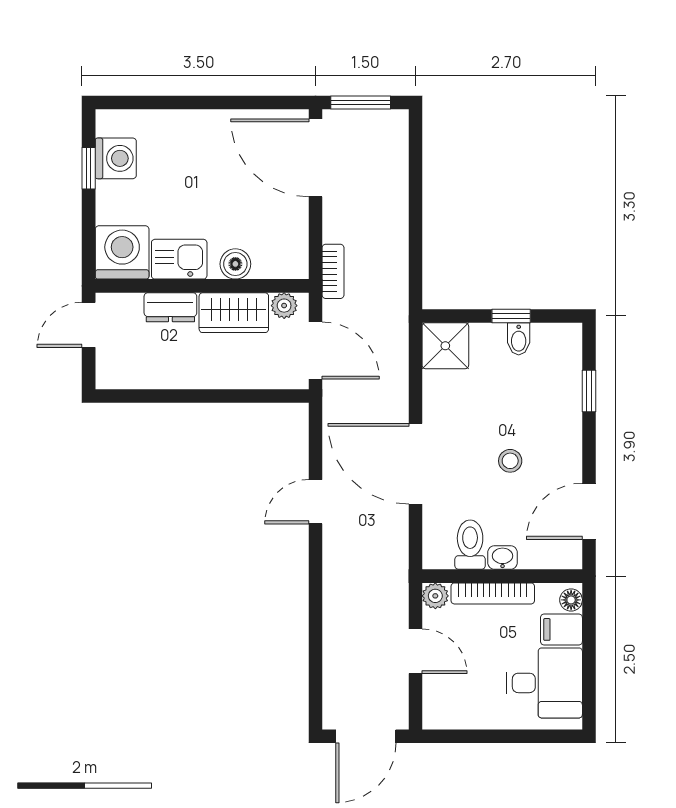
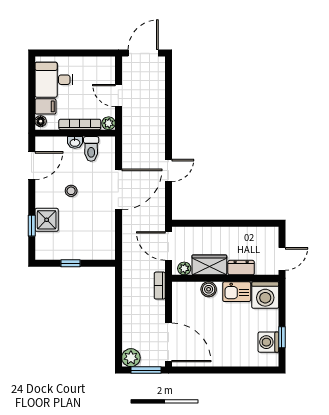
plant: (391, 127) -> (131, 358), added
bidet: (519, 339) -> (67, 252), removed
shower: (445, 346) -> (47, 220), moved
door: (416, 464) -> (118, 189), hinge flipped

